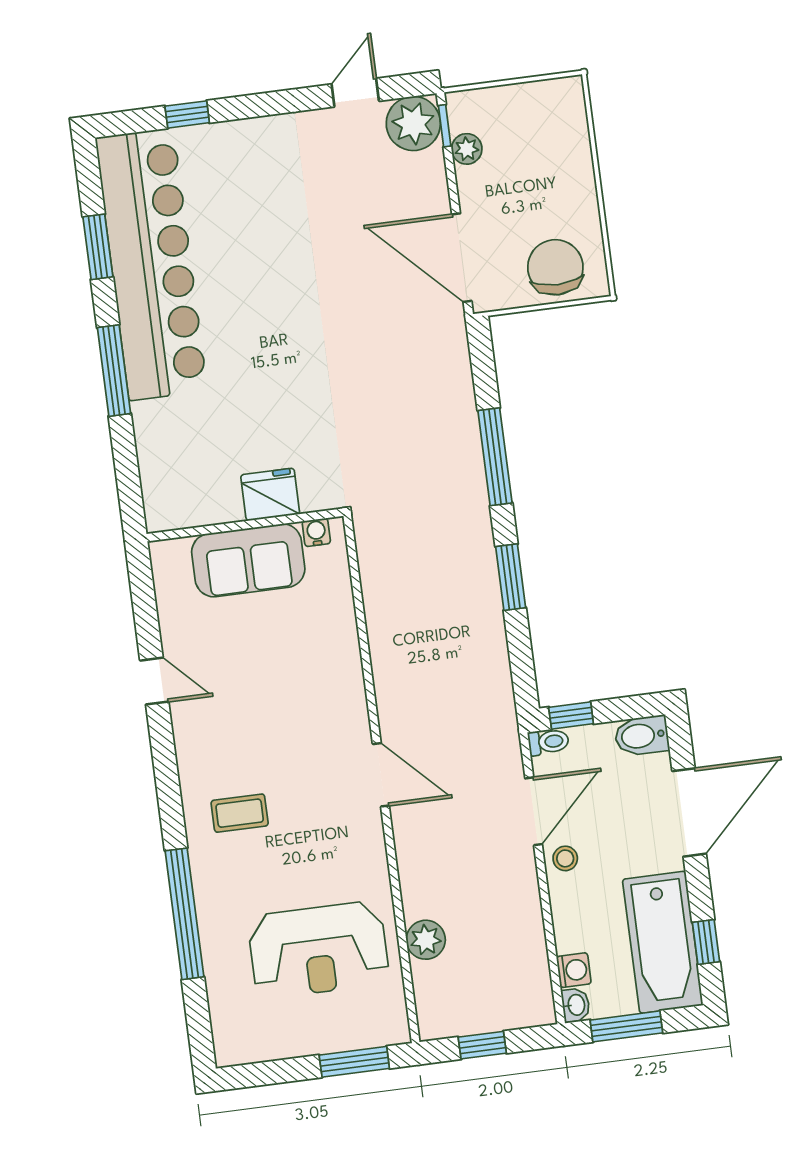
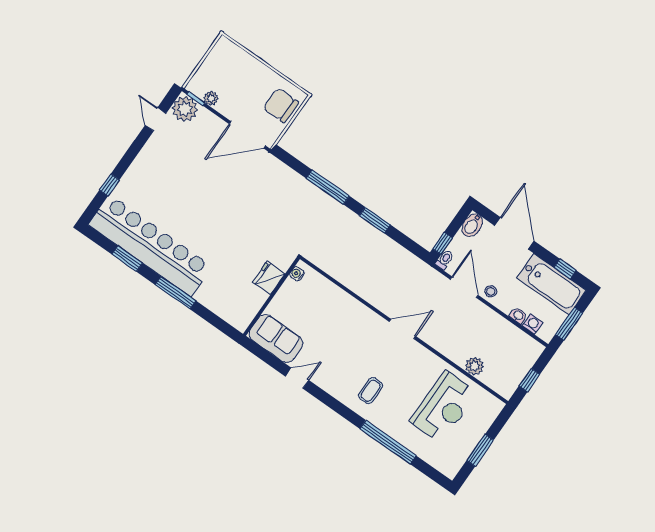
sofa: (248, 560) -> (276, 338), moved, turned -90
washbasin: (576, 1005) -> (518, 316), moved
window: (354, 1062) -> (480, 450), moved

